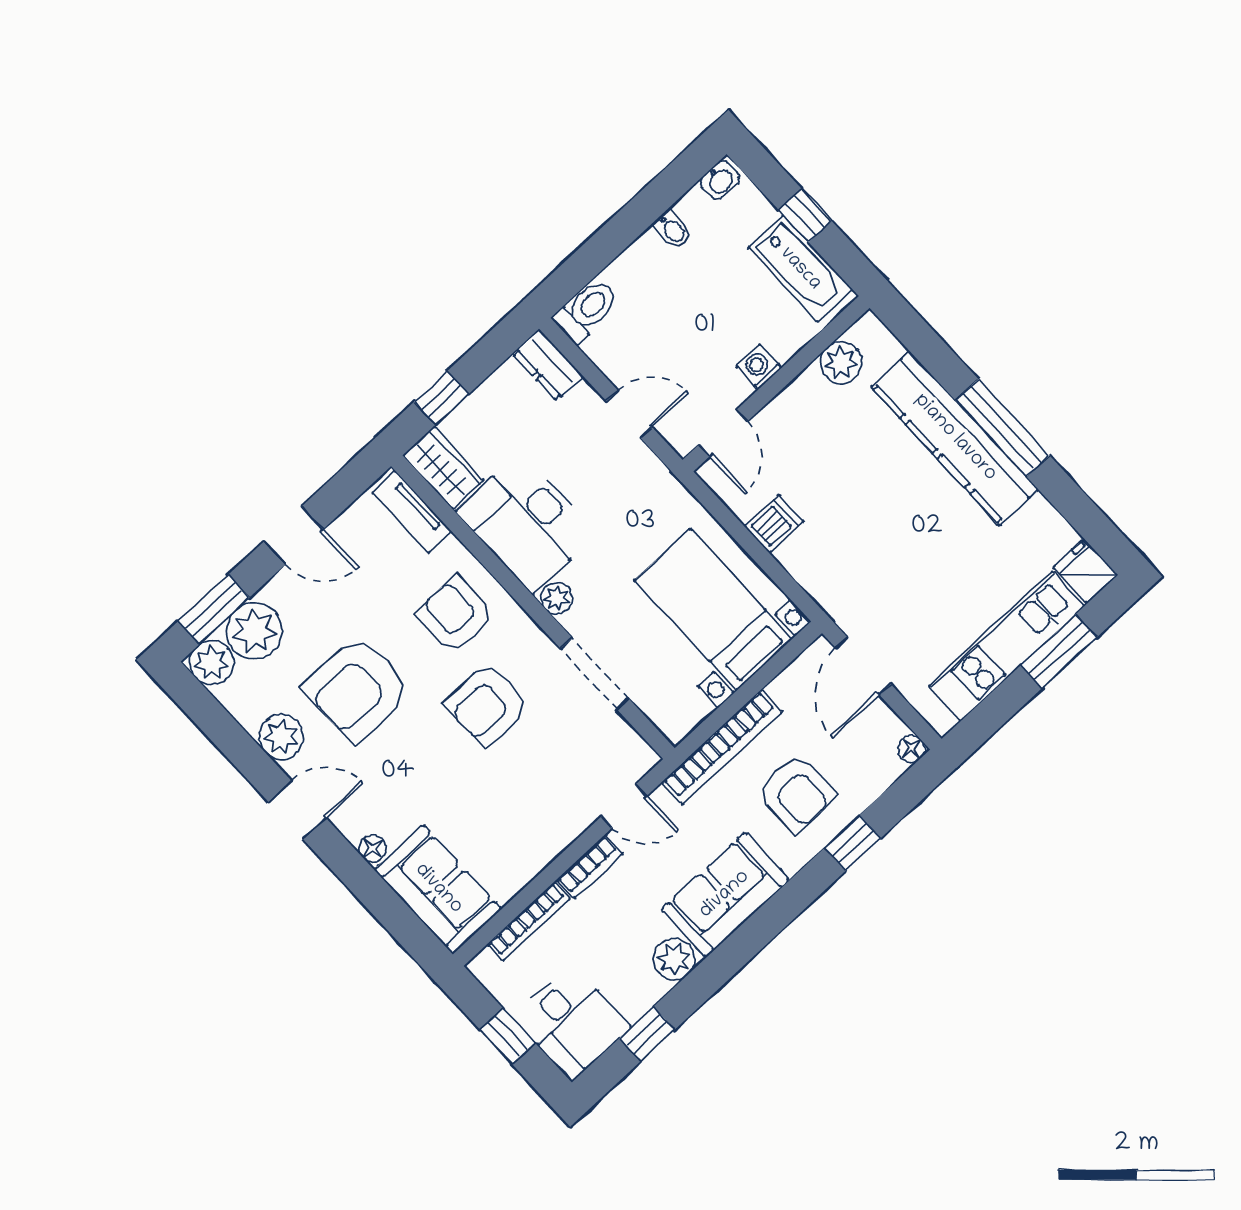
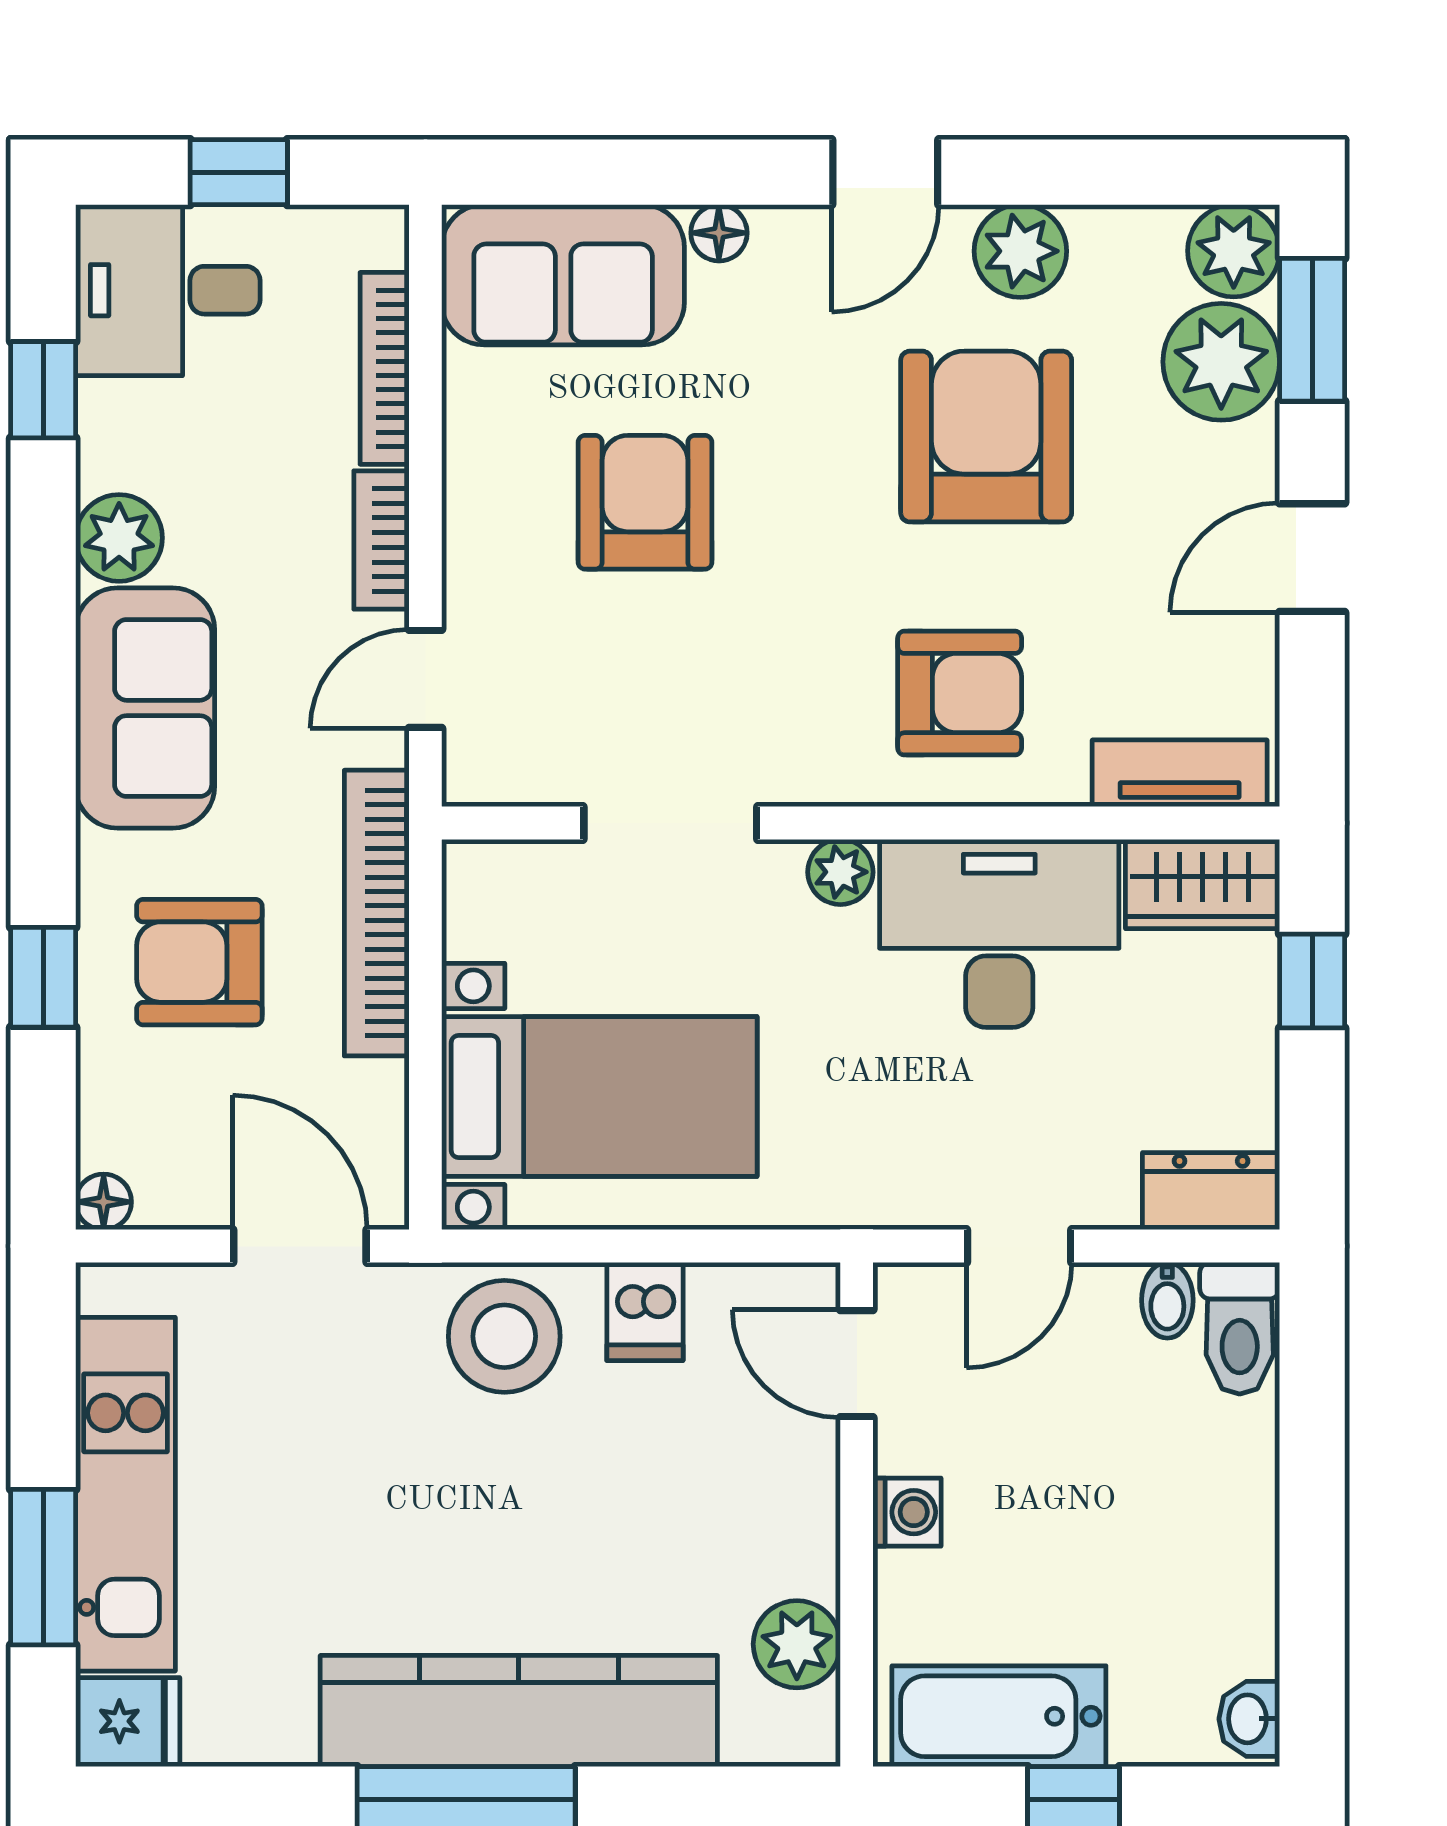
bidet: (672, 229) -> (1167, 1300), moved, turned -90
stool: (828, 565) -> (504, 1336), added
armchair: (487, 704) -> (645, 502), moved

